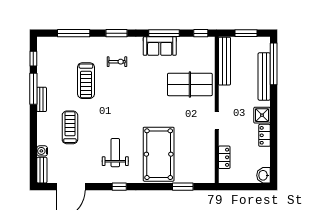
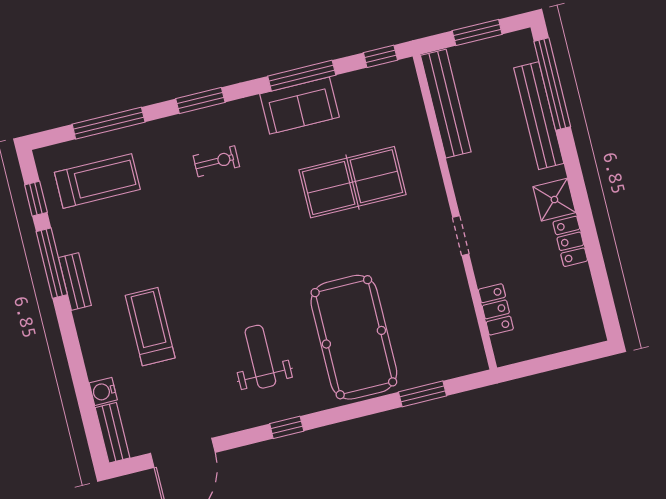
treadmill: (86, 81) -> (97, 181), moved, turned -90
table tennis table: (190, 84) -> (353, 182), moved
washbasin: (263, 175) -> (589, 327), removed

